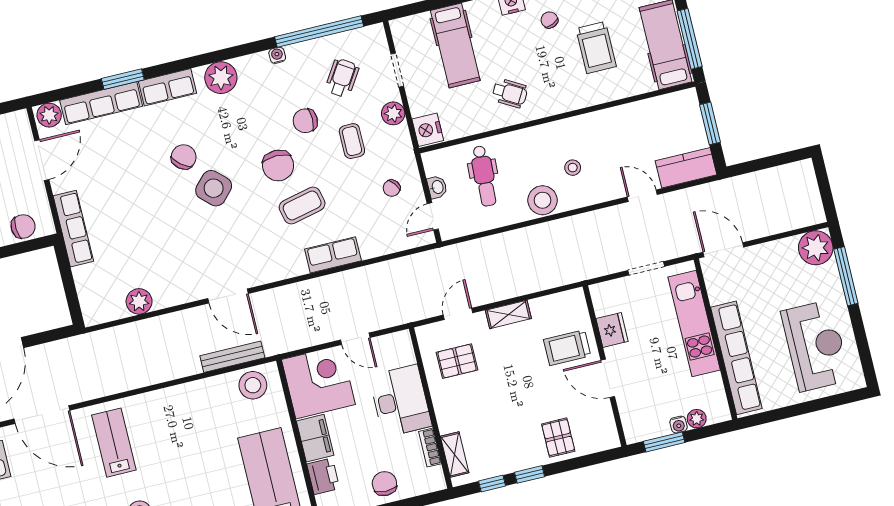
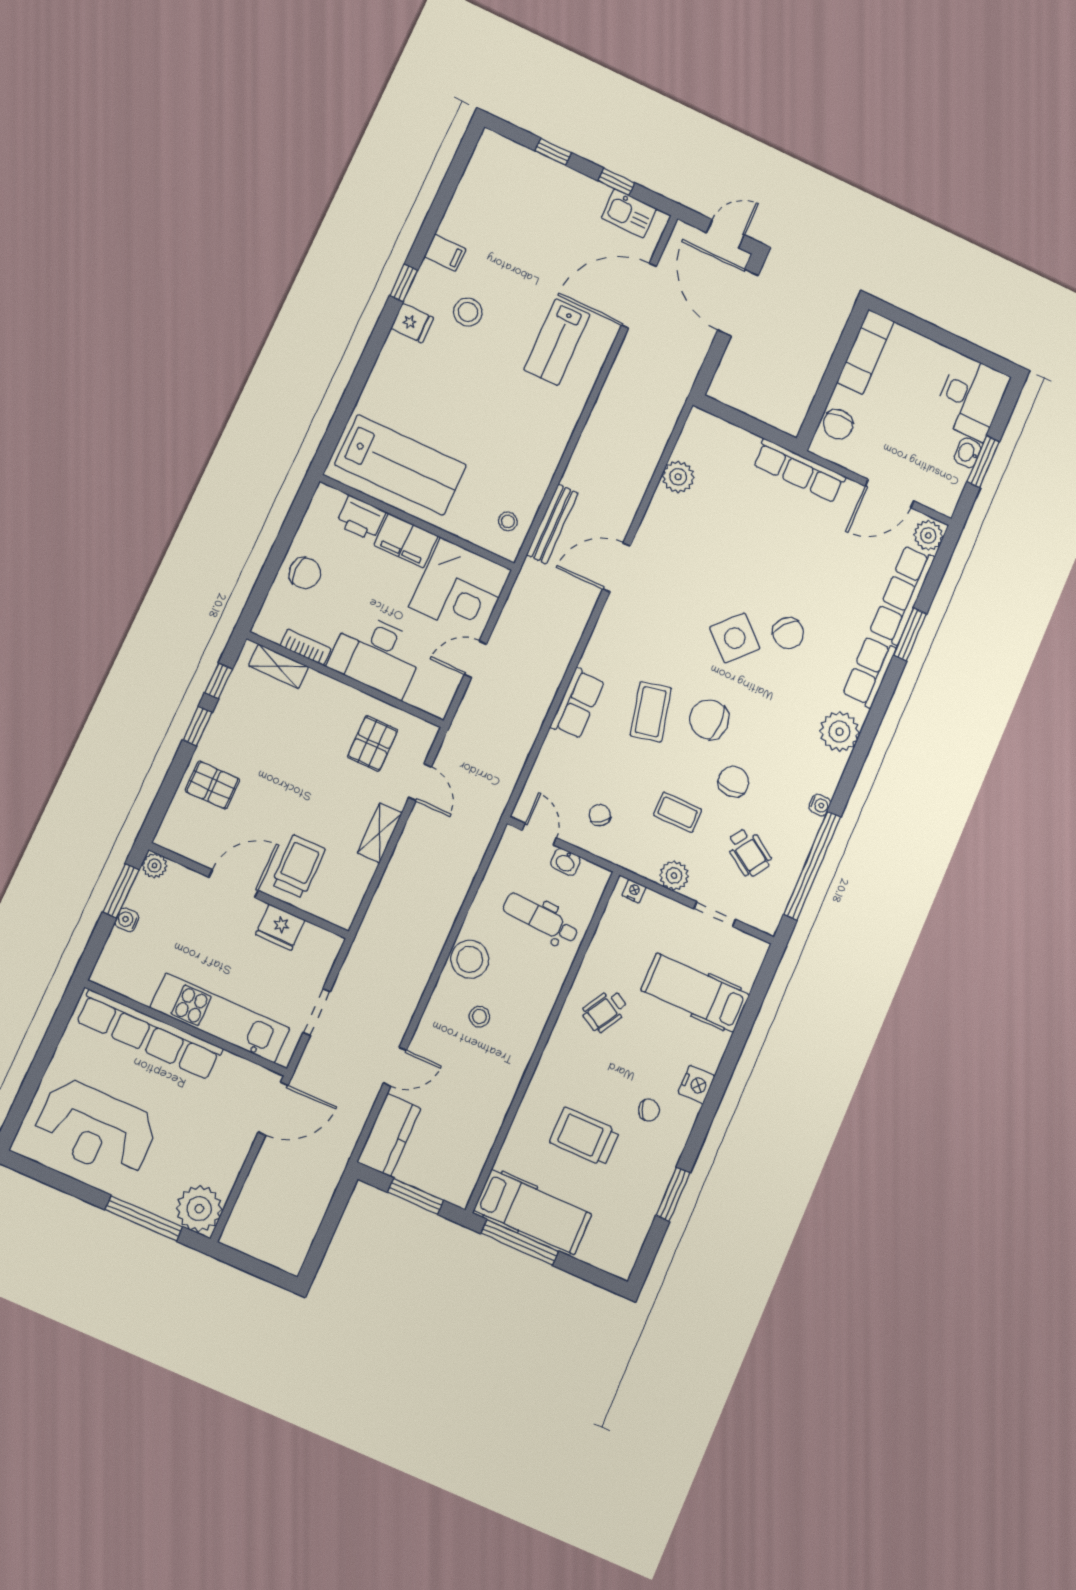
nightstand: (428, 130) -> (634, 891), width x0.53, depth x0.56
door: (42, 160) -> (889, 494), hinge flipped
stool: (253, 385) -> (508, 521), width x0.53, depth x0.53
plant: (697, 419) -> (154, 866), moved
lab bench: (114, 443) -> (557, 342), turned 90

